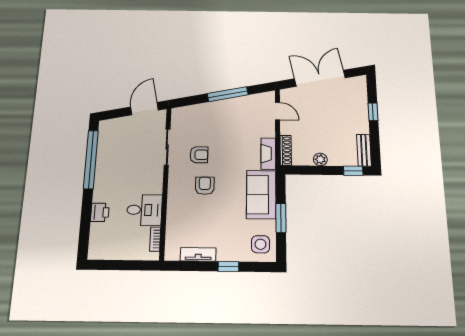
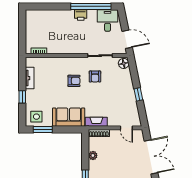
window: (228, 94) -> (138, 94), width x0.46
door: (278, 111) -> (126, 128), hinge flipped
floor lamp: (181, 114) -> (124, 63), added
desk: (144, 210) -> (108, 20), moved, turned 180
printer: (100, 212) -> (81, 15), moved
window: (281, 218) -> (43, 129), moved

